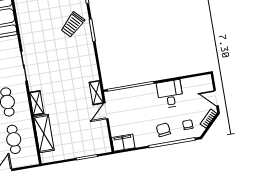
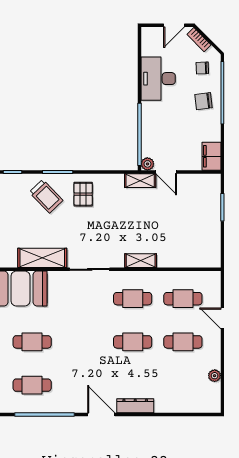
pallet: (79, 52) -> (83, 194), added
desk: (170, 94) -> (158, 79), width x1.37
plant: (110, 96) -> (147, 164), added
shelving: (44, 133) -> (42, 258), moved

